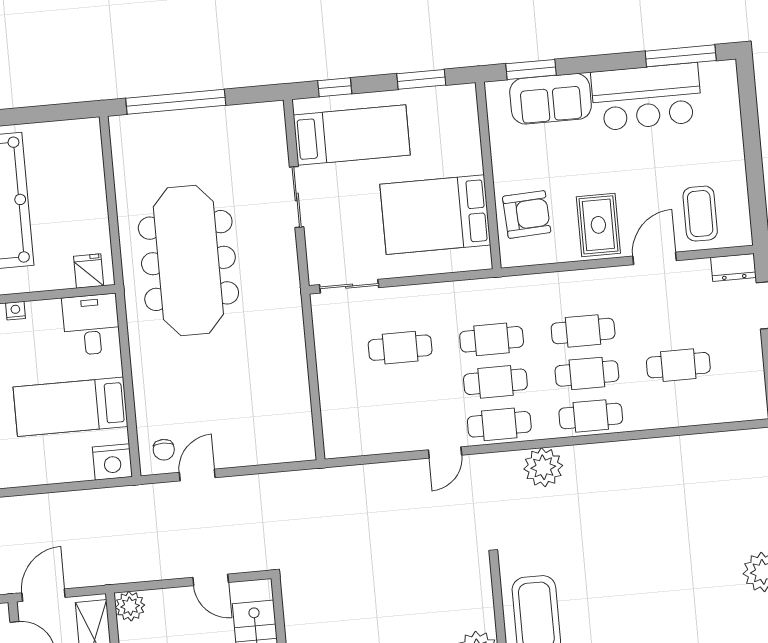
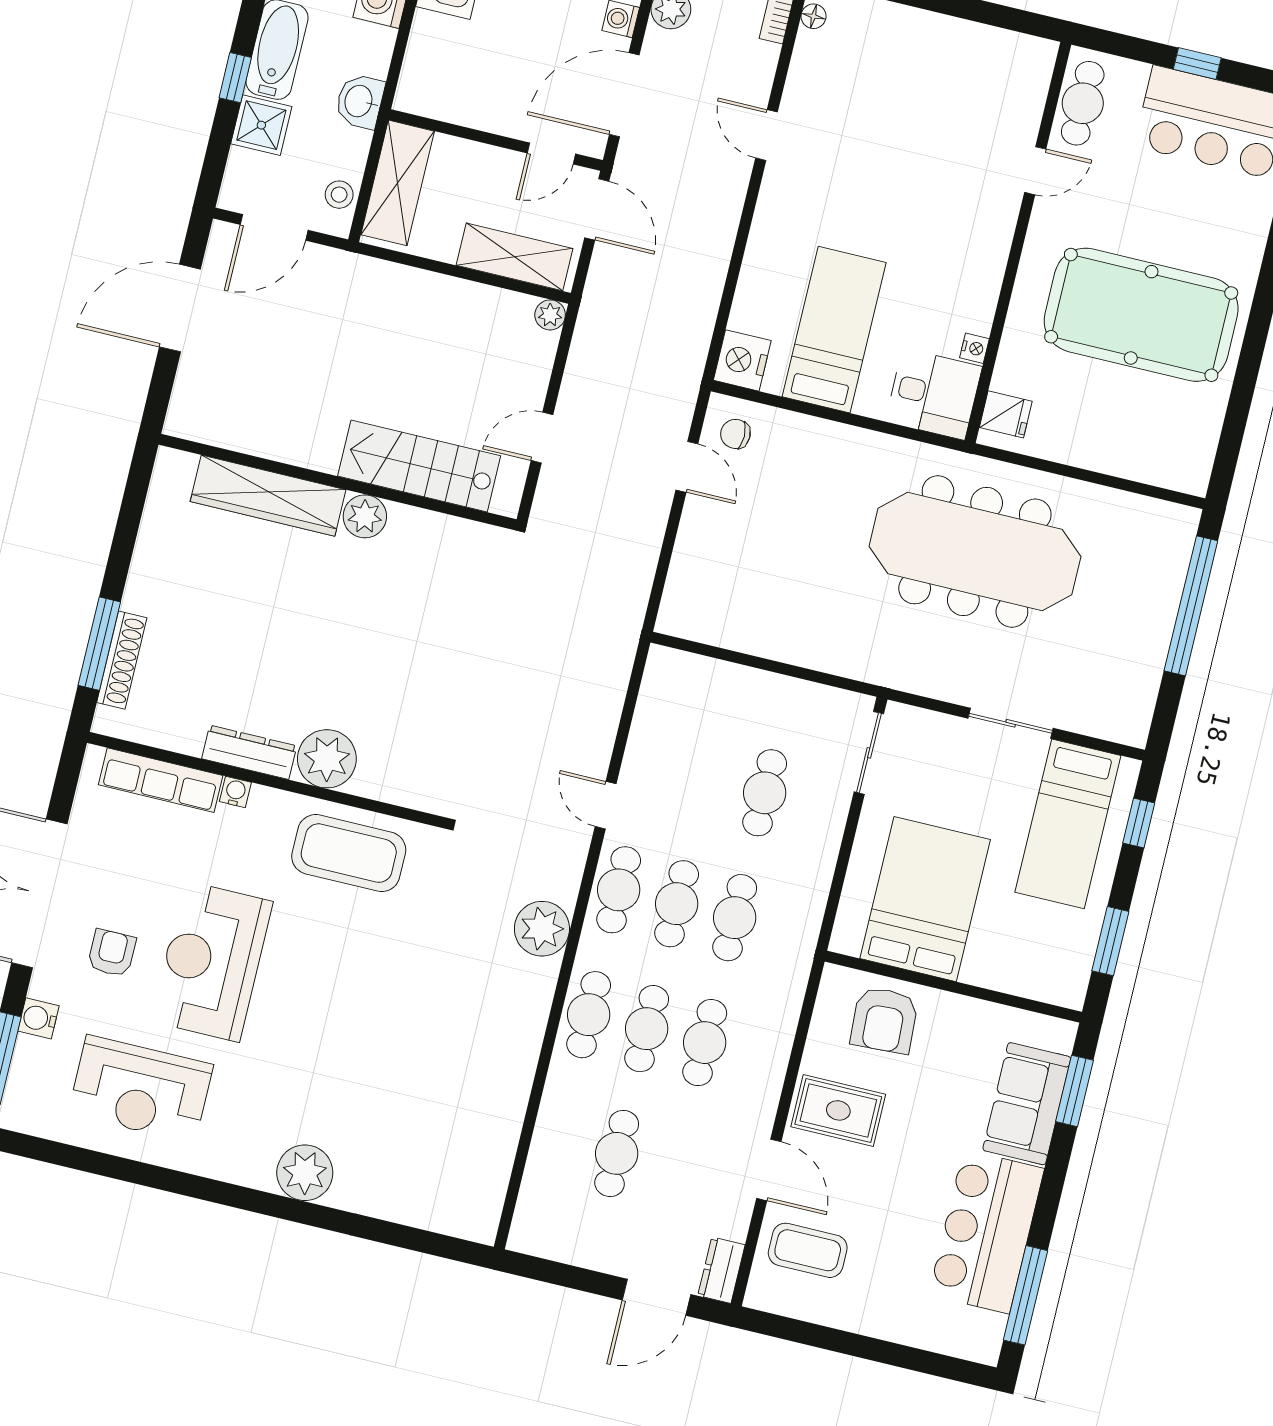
nightstand: (16, 311) -> (974, 348), moved
plant: (130, 606) -> (550, 315), width x0.73, depth x0.73

